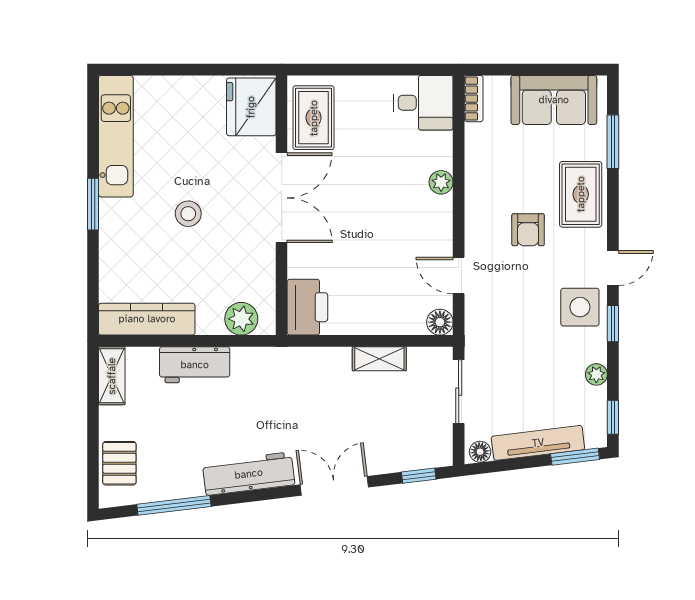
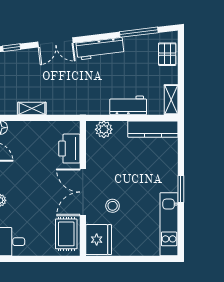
stool: (188, 214) -> (113, 206), moved
printer: (307, 307) -> (69, 149), moved

